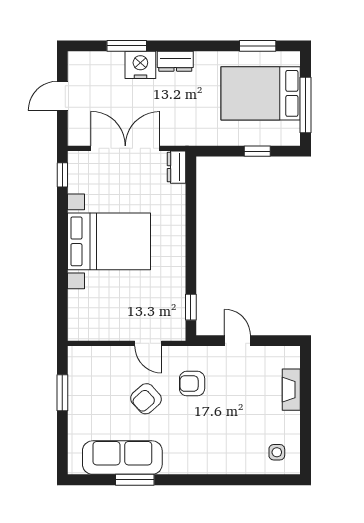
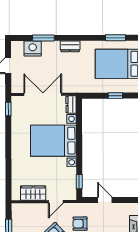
nightstand: (140, 65) -> (33, 48), moved
bed with nightstands: (109, 241) -> (53, 141), moved, turned 180
wardrobe: (107, 328) -> (33, 193), added
door: (148, 343) -> (56, 202), hinge flipped

